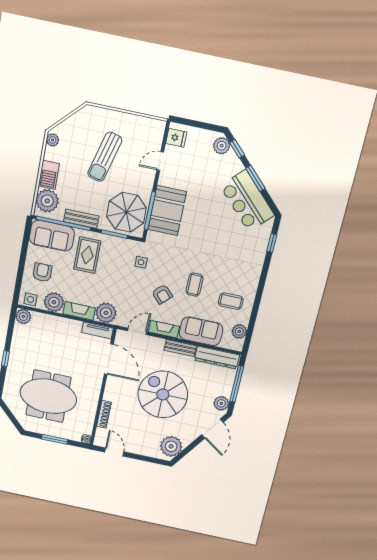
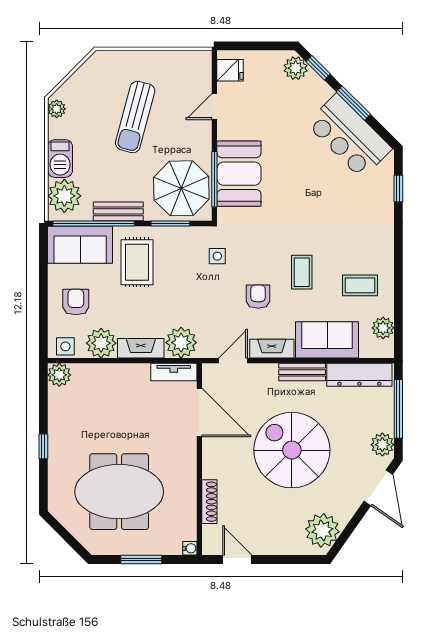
armchair: (162, 294) -> (258, 297), turned -136

